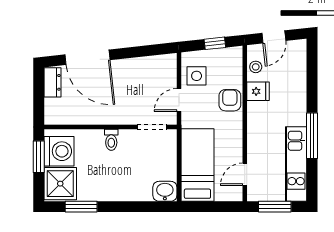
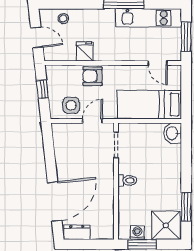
stool: (256, 67) -> (63, 19), moved
door: (179, 100) -> (92, 121), swing flipped
washing machine: (59, 151) -> (137, 233), width x0.53, depth x0.53

